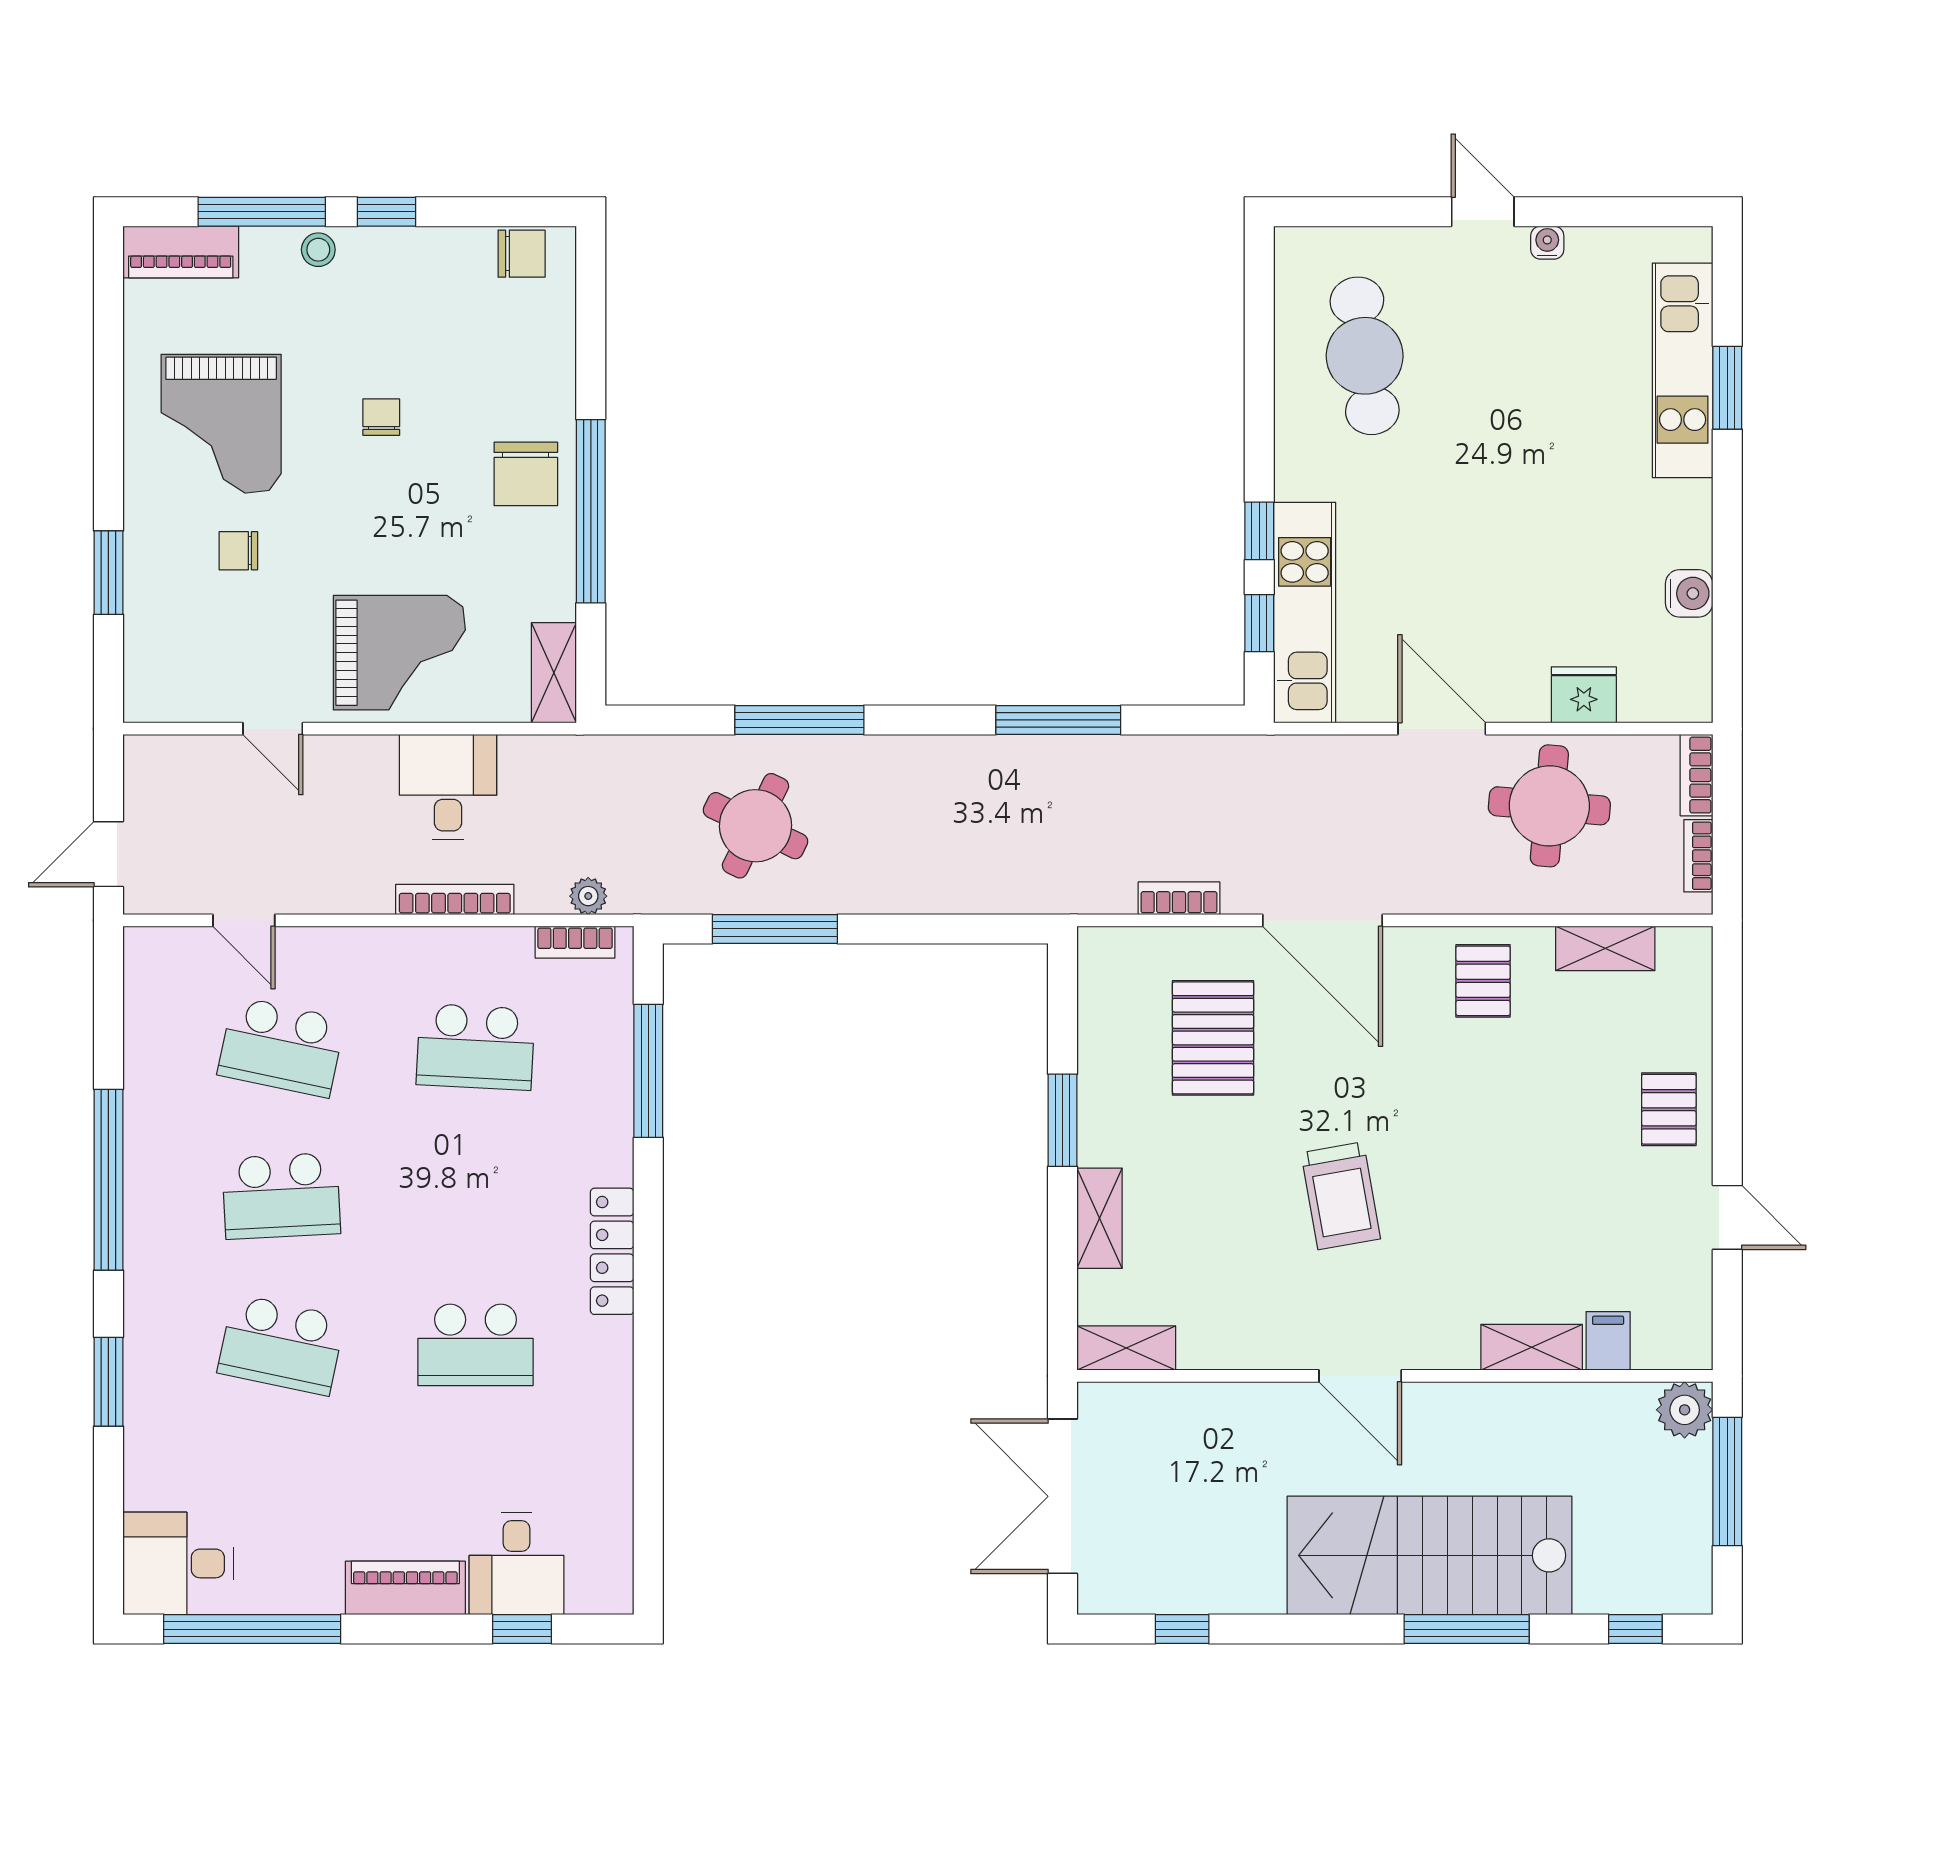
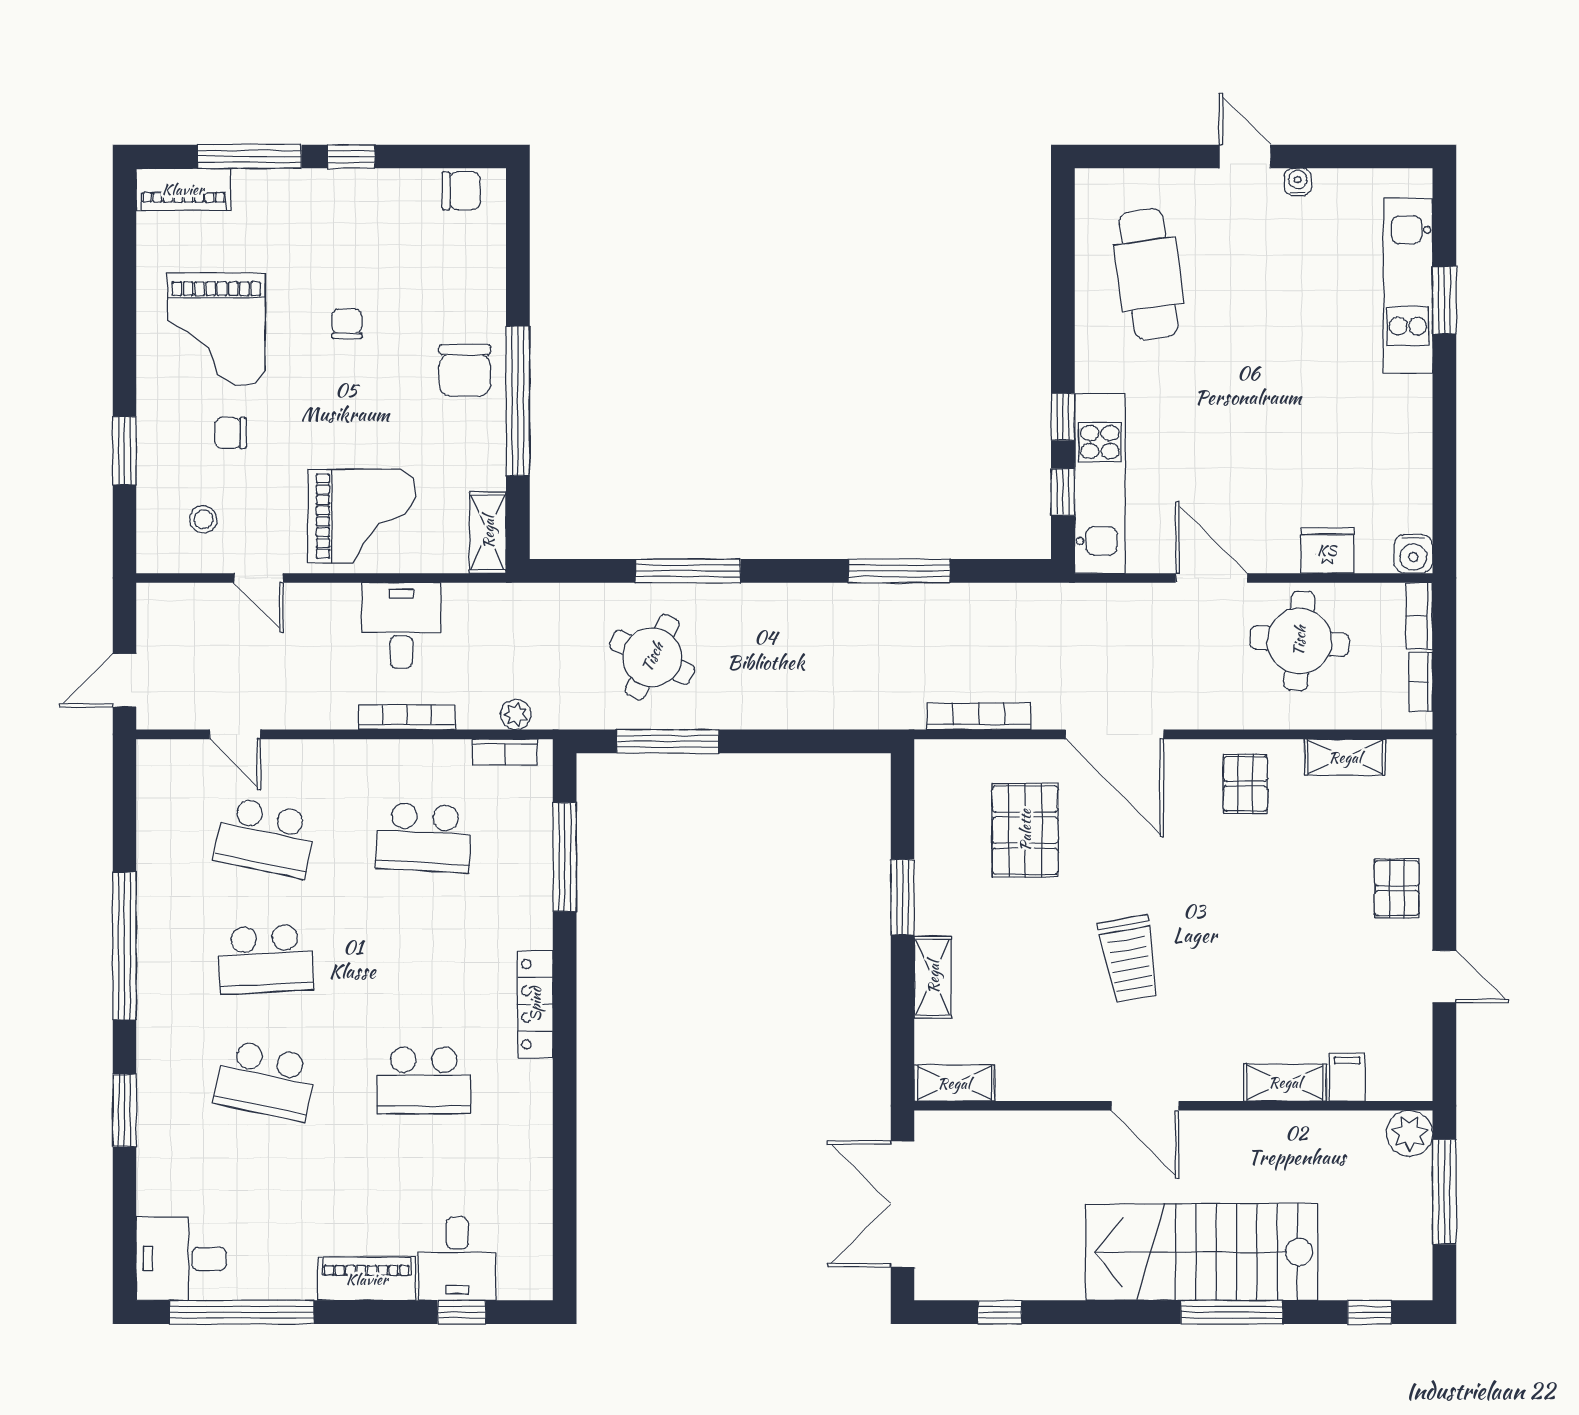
stool: (318, 250) -> (203, 519), moved
water cooler: (1689, 593) -> (1413, 554), moved, turned 90
bookcase: (1179, 898) -> (979, 716), width x1.56

